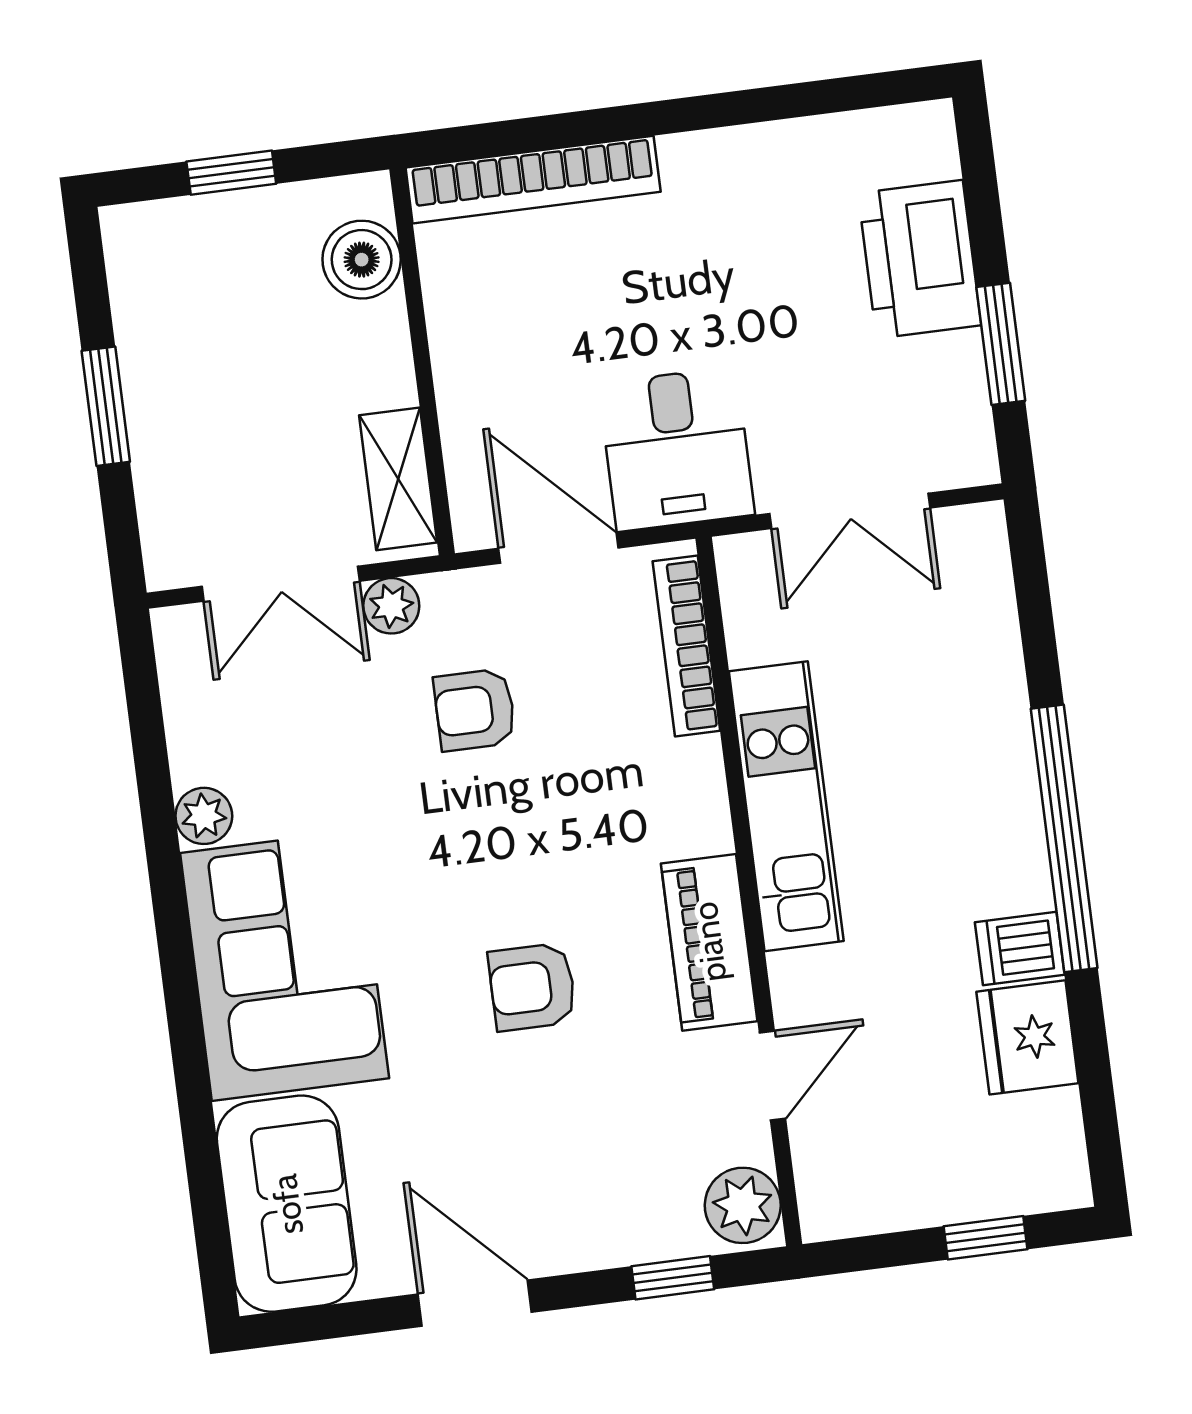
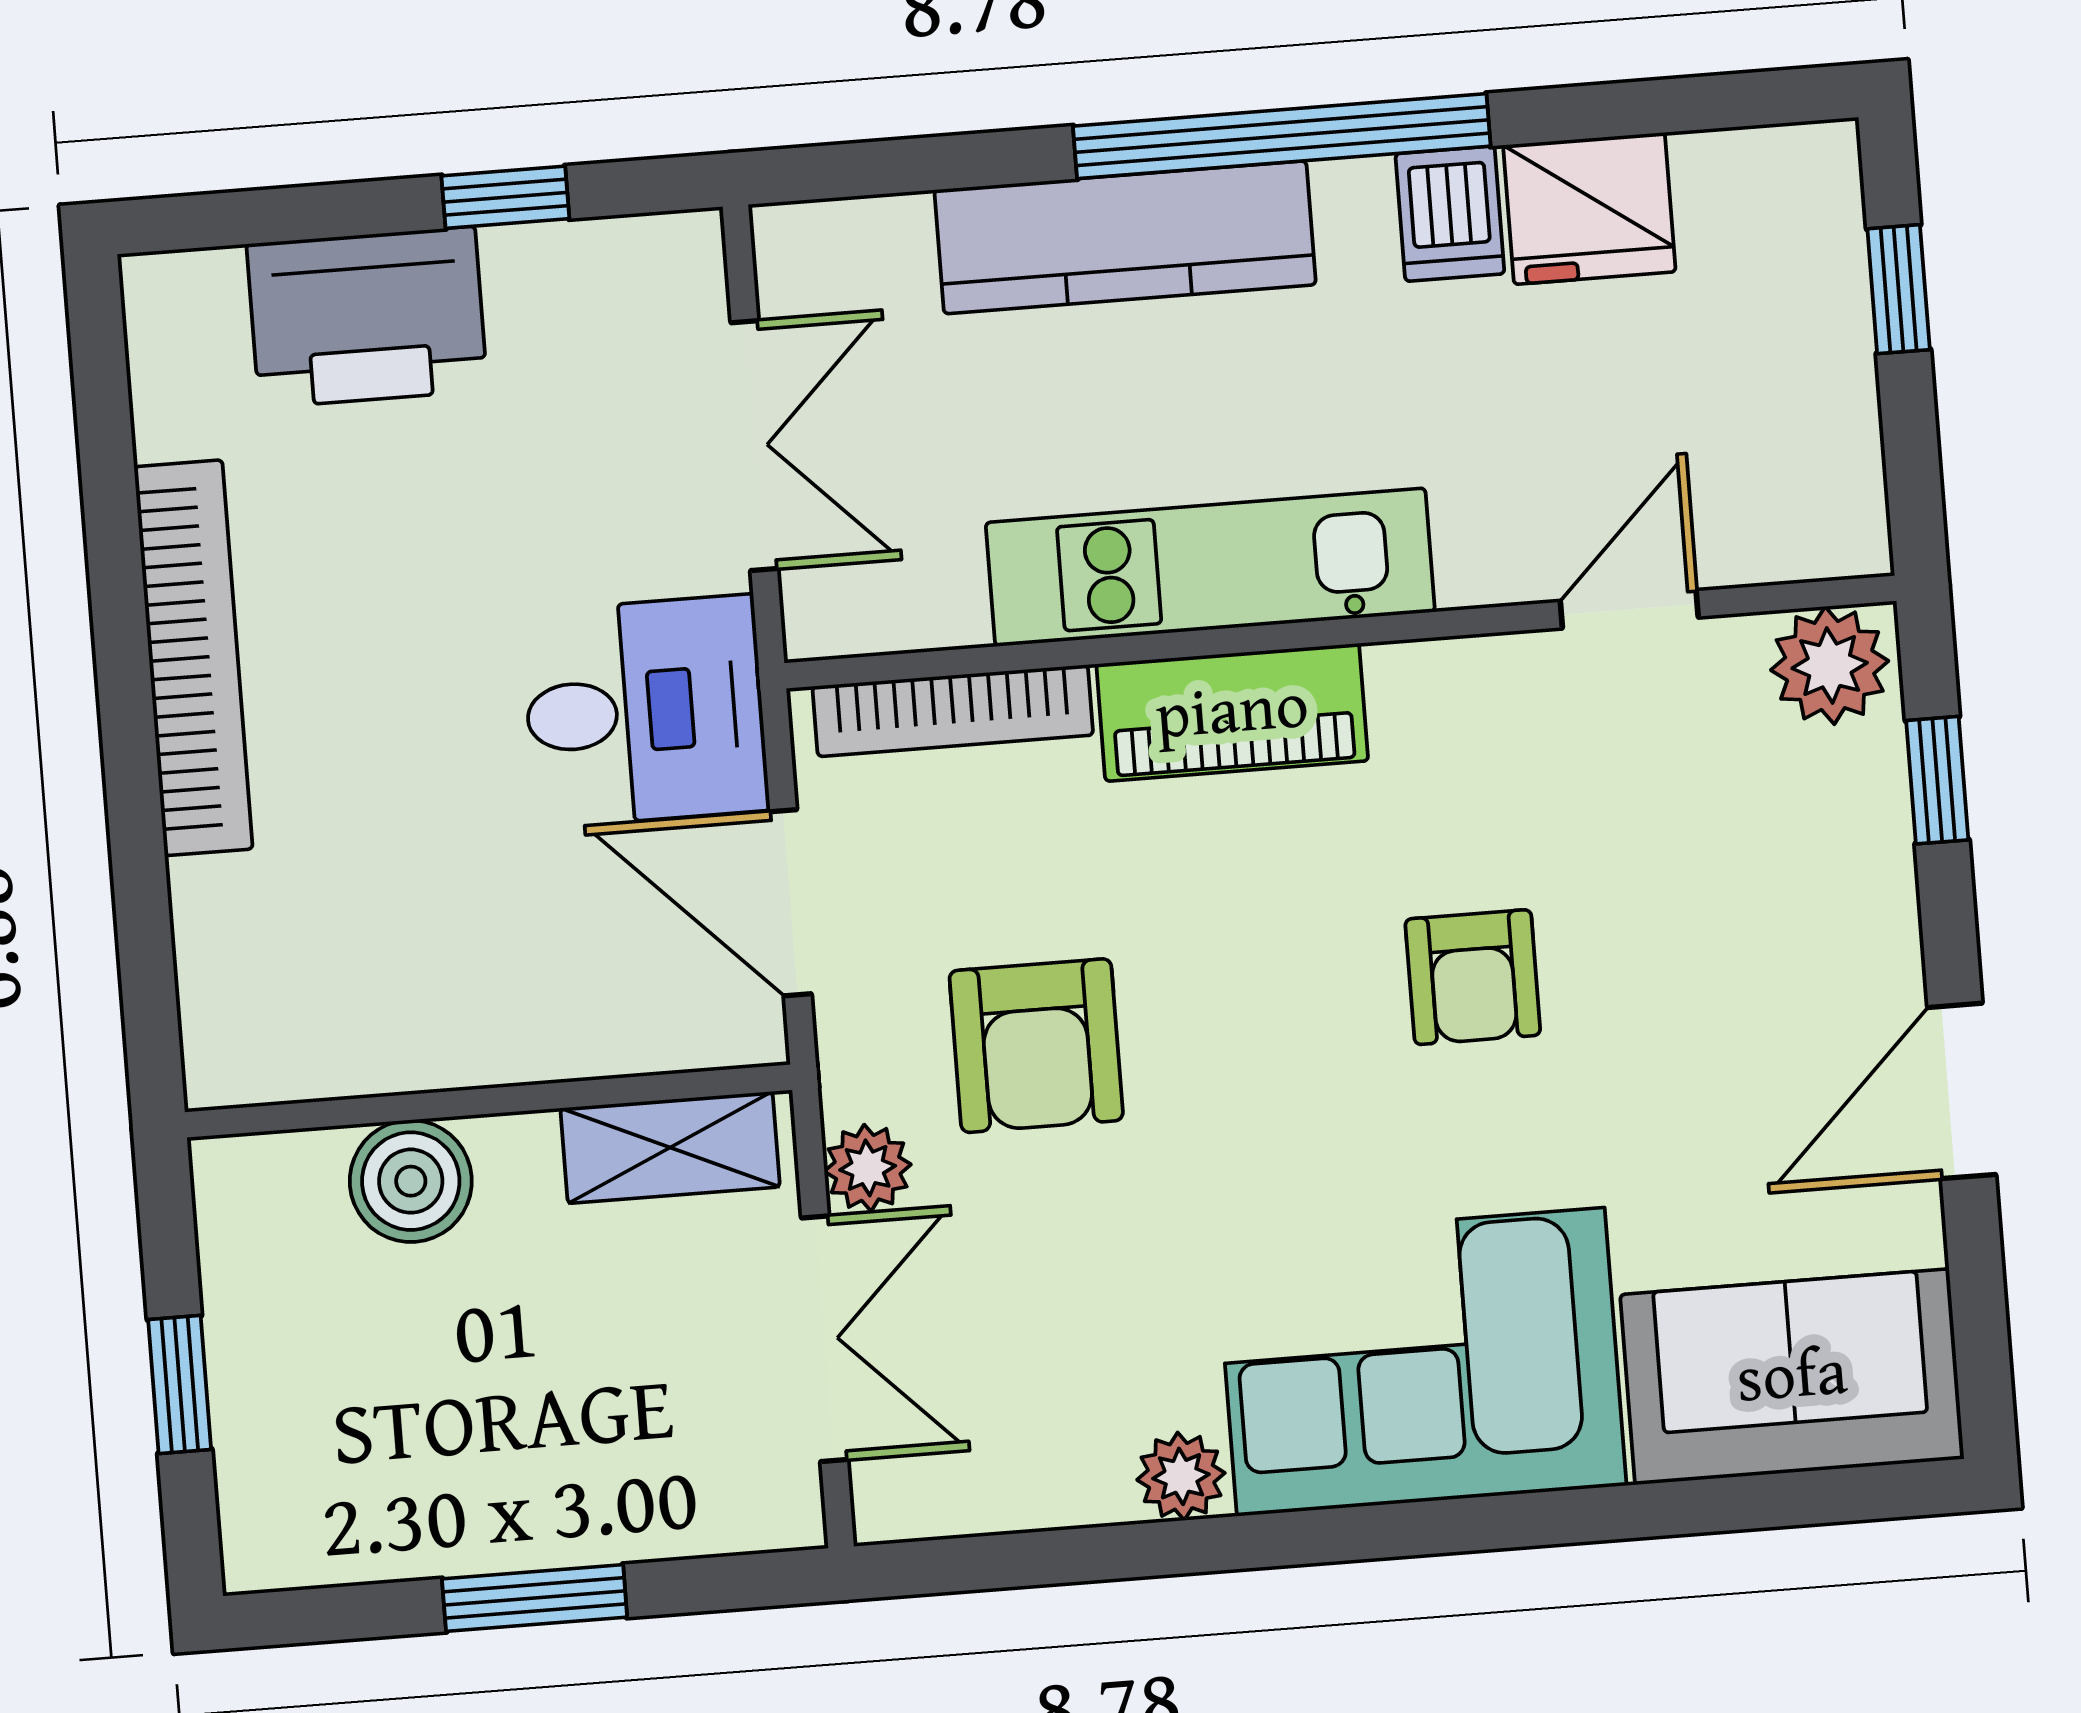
bookcase: (533, 180) -> (193, 658), moved
boiler: (362, 260) -> (411, 1181), moved
window: (1001, 344) -> (505, 197), width x0.67
door: (558, 548) -> (790, 903), hinge flipped
armchair: (475, 710) -> (1036, 1046), width x1.38, depth x1.38
kitchen counter: (995, 741) -> (1125, 237), added
piano: (709, 942) -> (1232, 712), moved
door: (772, 1076) -> (1629, 609), hinge flipped

